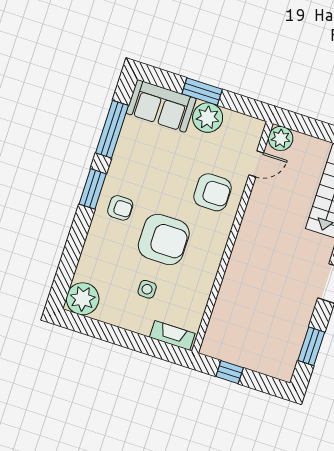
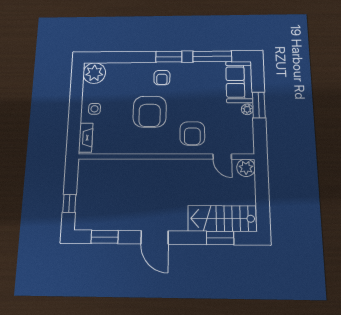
plant: (208, 118) -> (247, 109), width x0.53, depth x0.53
side table: (147, 289) -> (95, 109), moved
window: (230, 372) -> (69, 203), moved

